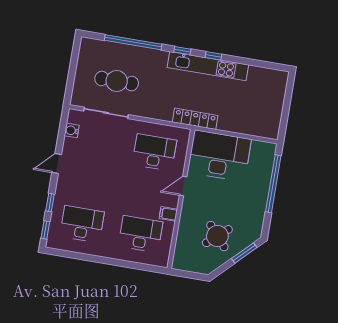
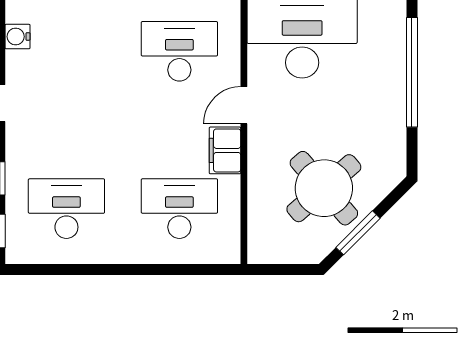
filing cabinet: (168, 214) -> (225, 150), width x2.00
round table: (217, 236) -> (324, 188), width x1.36, depth x1.36
window: (244, 253) -> (358, 233), moved

